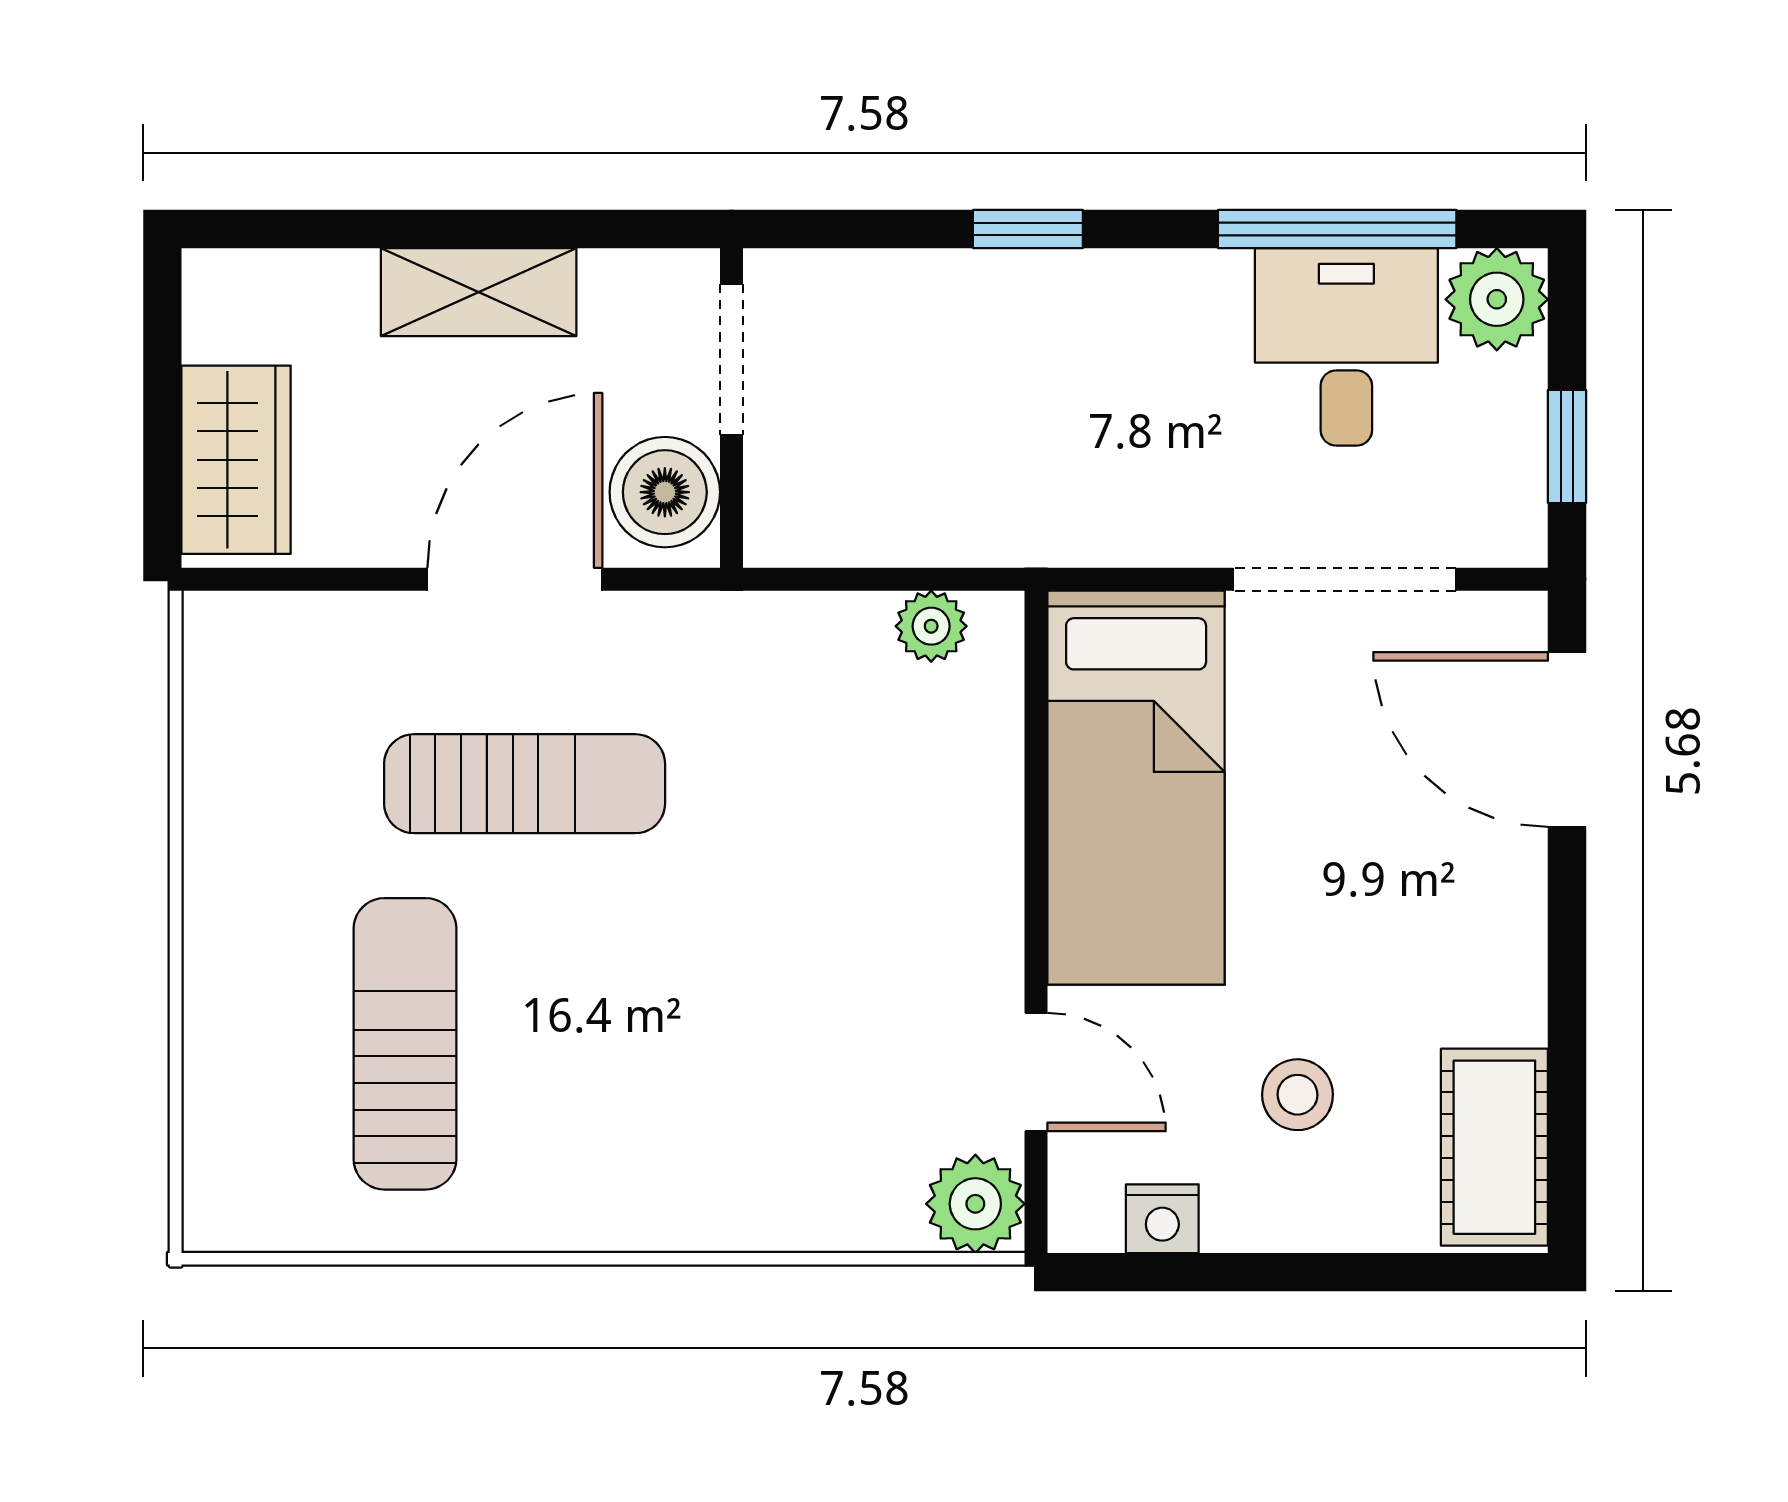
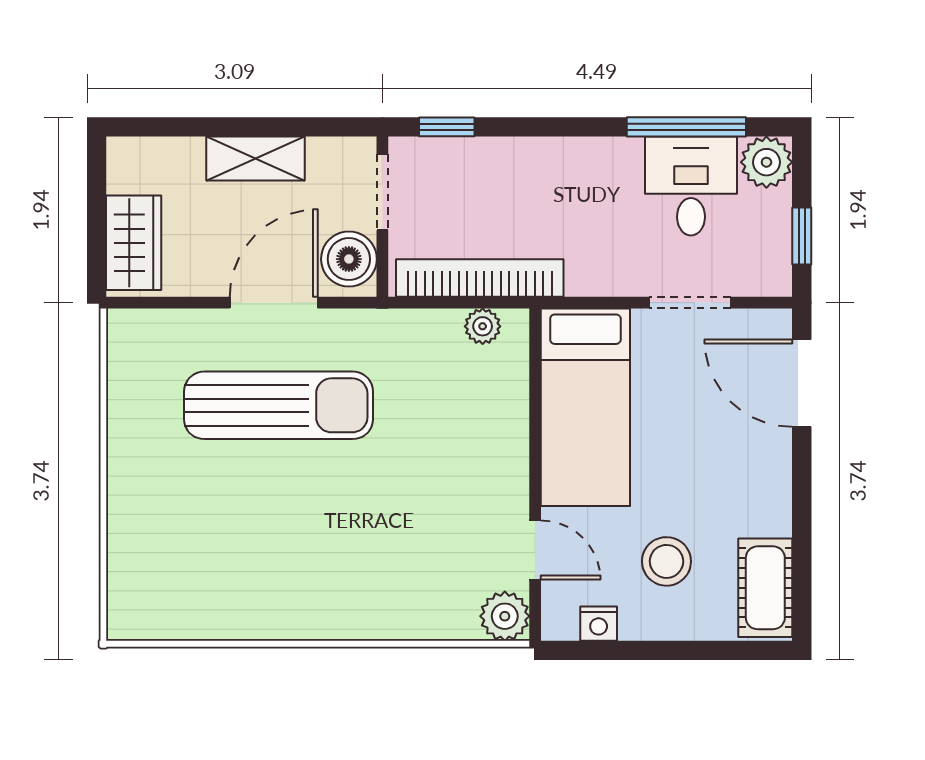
window: (1028, 229) -> (447, 127), moved
bookcase: (925, 530) -> (480, 278), added
doorway: (1344, 579) -> (690, 303), width x0.73
sun lounger: (525, 784) -> (279, 405), width x1.36, depth x1.34
sun lounger: (405, 1044) -> (218, 536), removed
stool: (1298, 1095) -> (666, 561), width x1.37, depth x1.37

